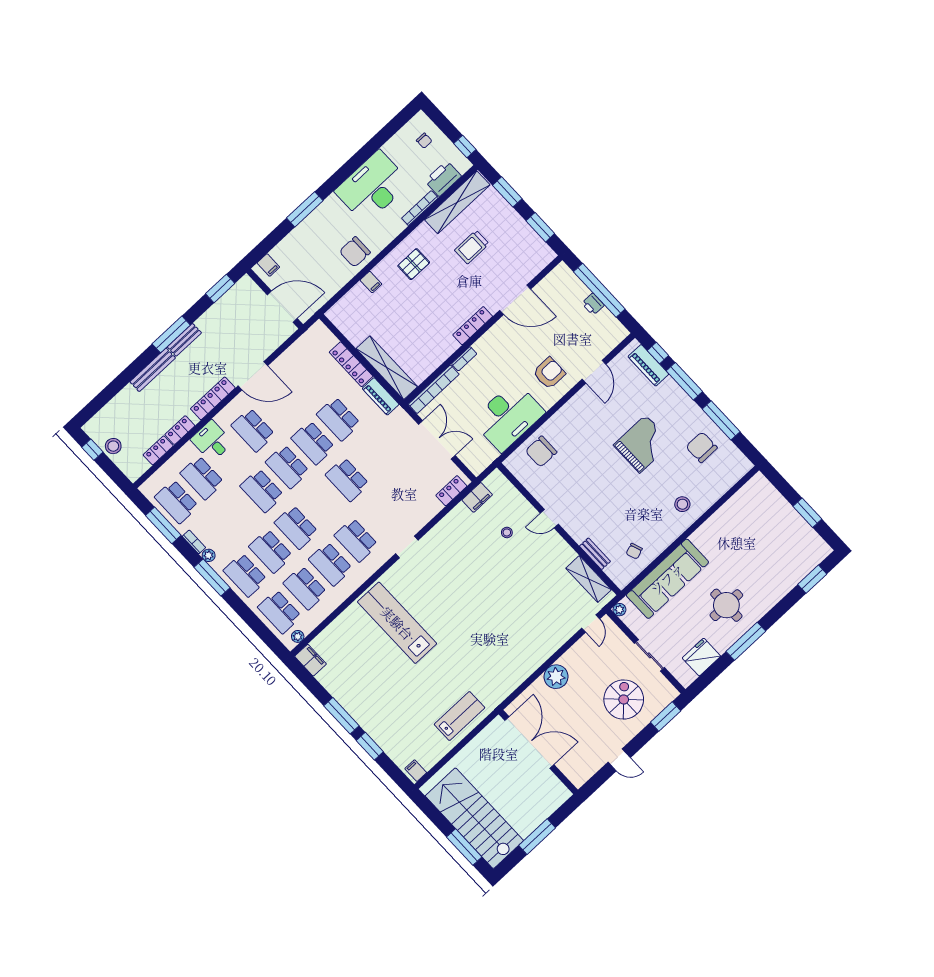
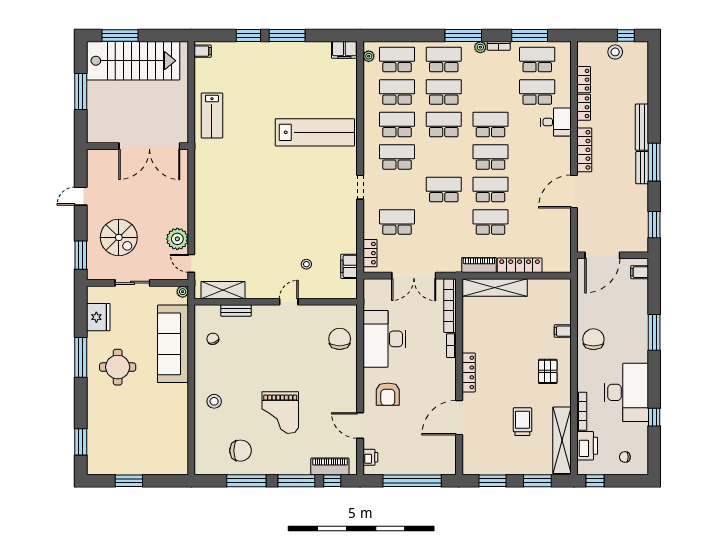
window: (371, 147) -> (654, 417), added
printer: (593, 304) -> (370, 457), moved, turned 90
school desk: (253, 430) -> (397, 222), moved
plant: (556, 677) -> (177, 239), moved

